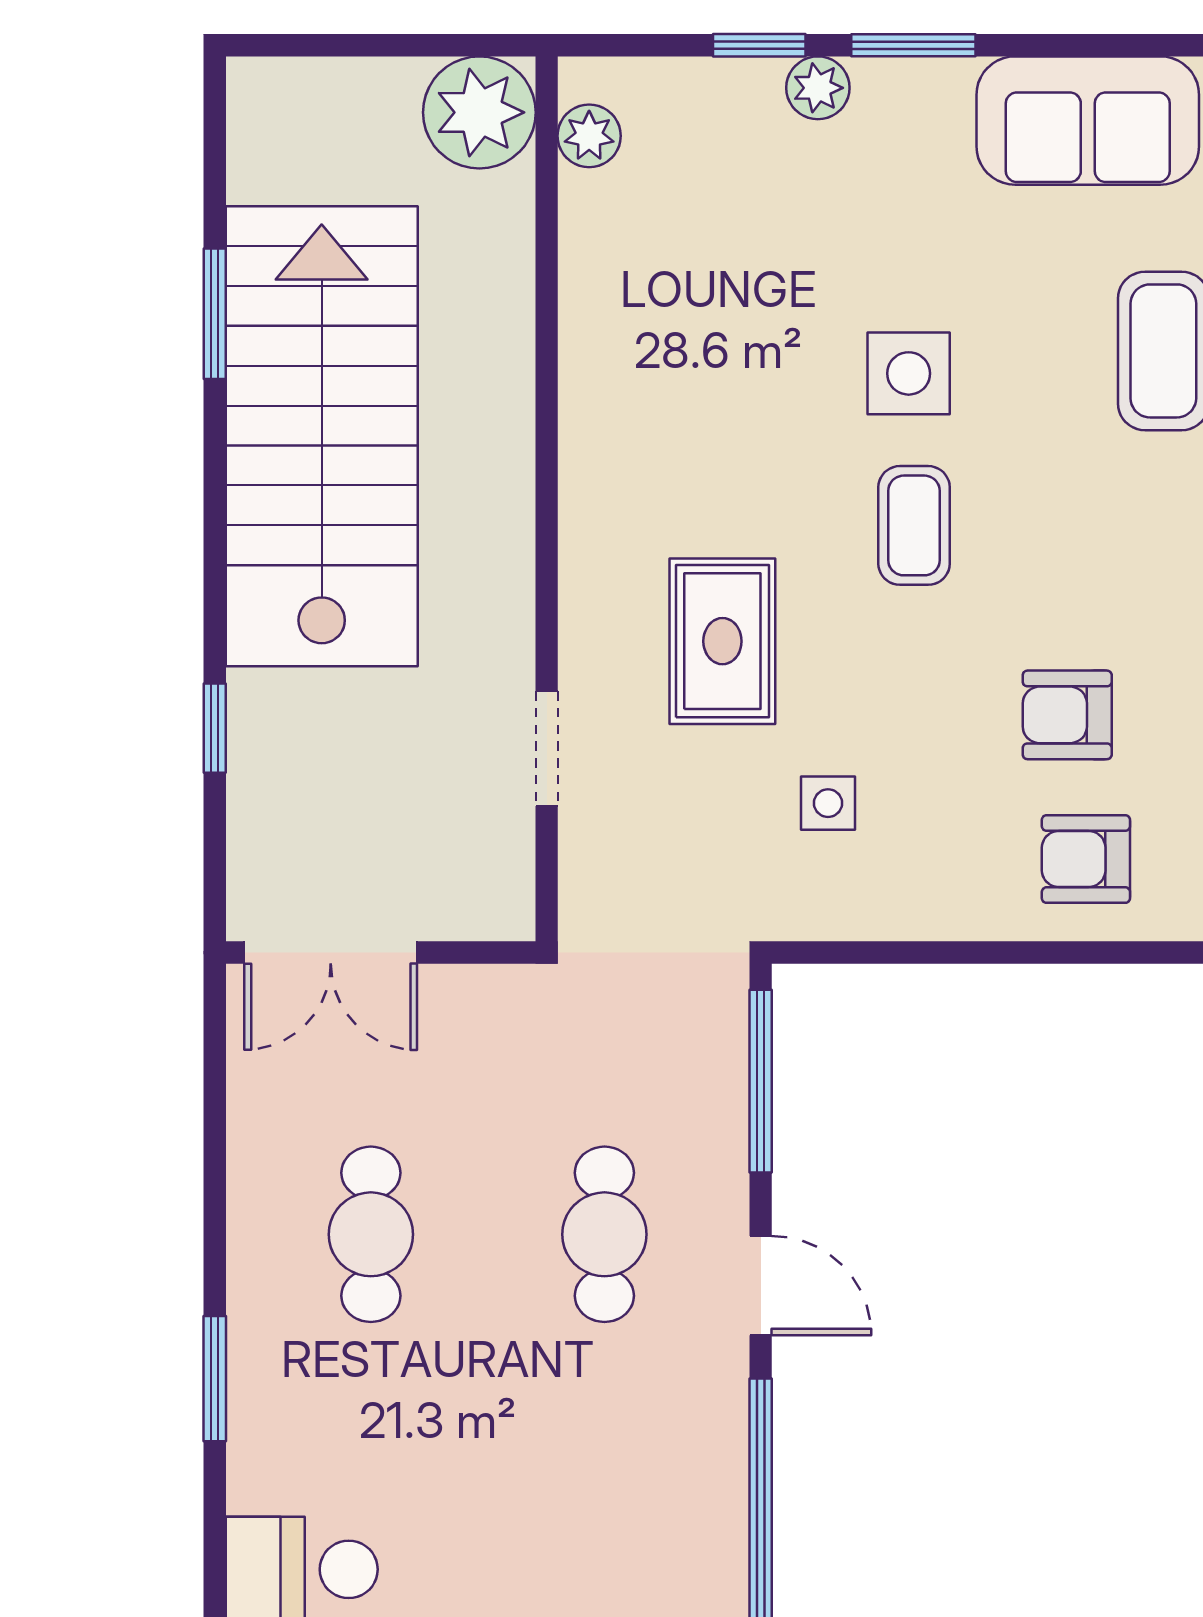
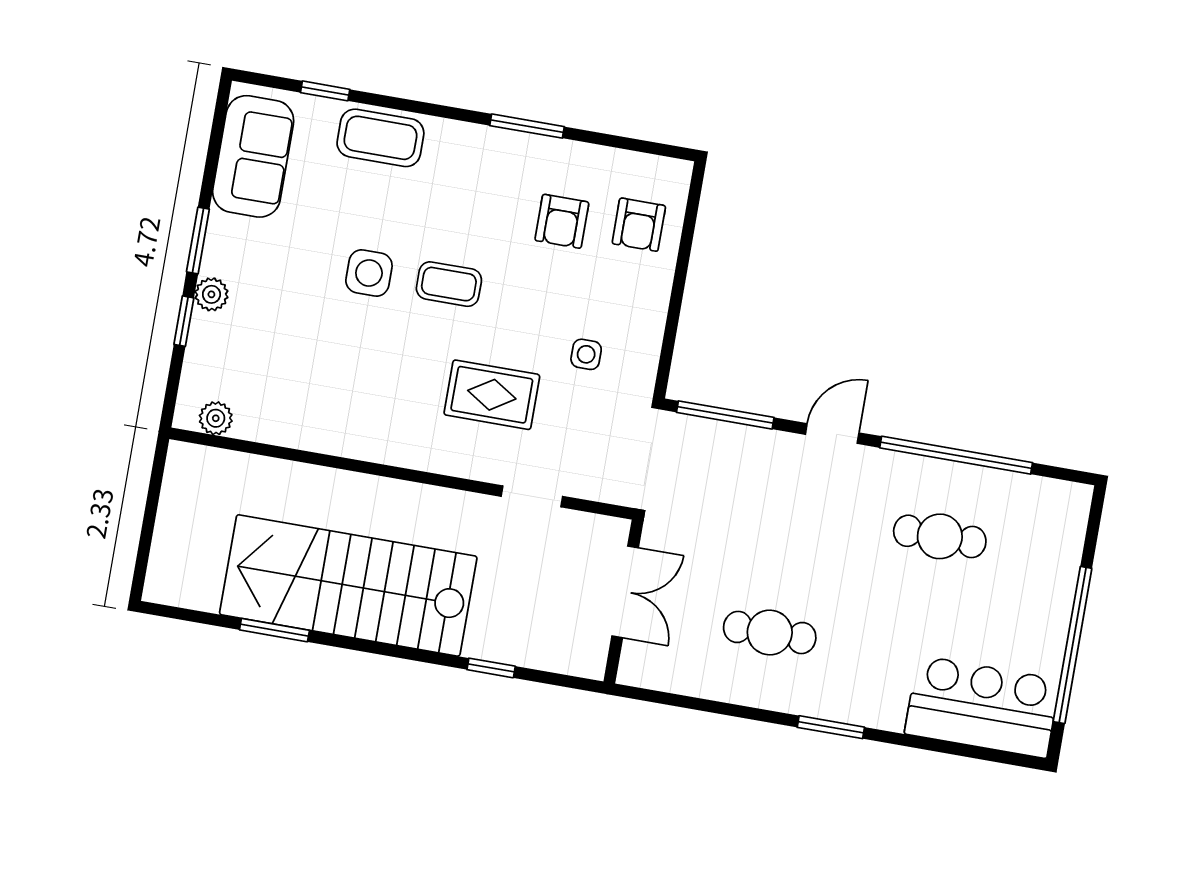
plant: (479, 112) -> (193, 473), removed
double door: (331, 953) -> (625, 592), moved
cafe table: (604, 1234) -> (940, 536), moved

